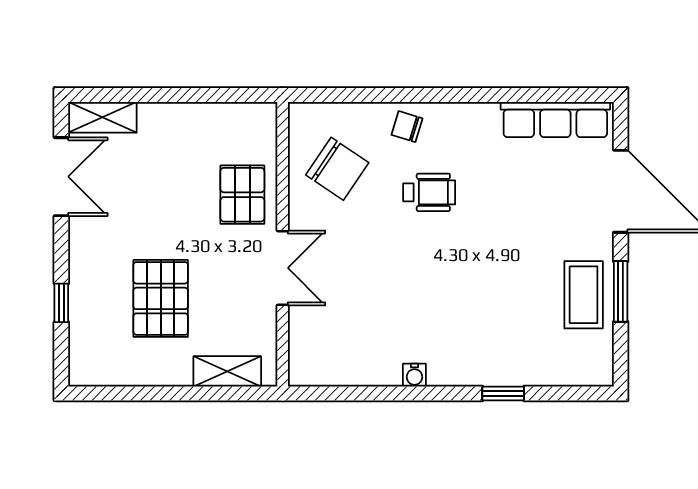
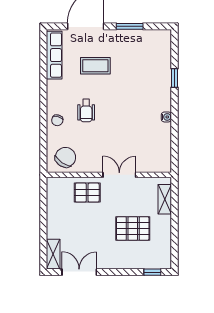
chair: (337, 169) -> (65, 157), moved
wheelchair: (429, 192) -> (86, 111), turned 180
coffee table: (584, 295) -> (95, 66), moved
window: (61, 303) -> (152, 272), moved

